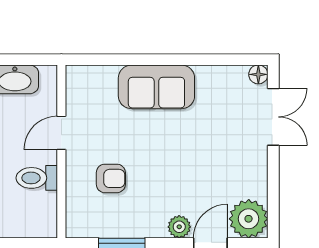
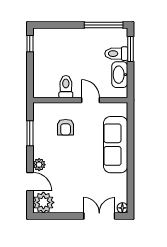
sofa: (156, 87) -> (116, 145), width x1.36
double door: (273, 117) -> (99, 216), swing flipped

